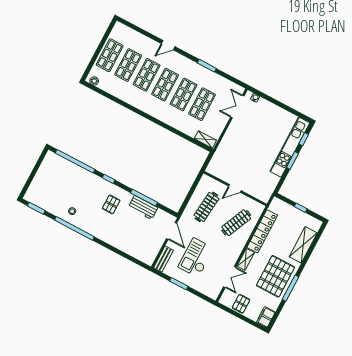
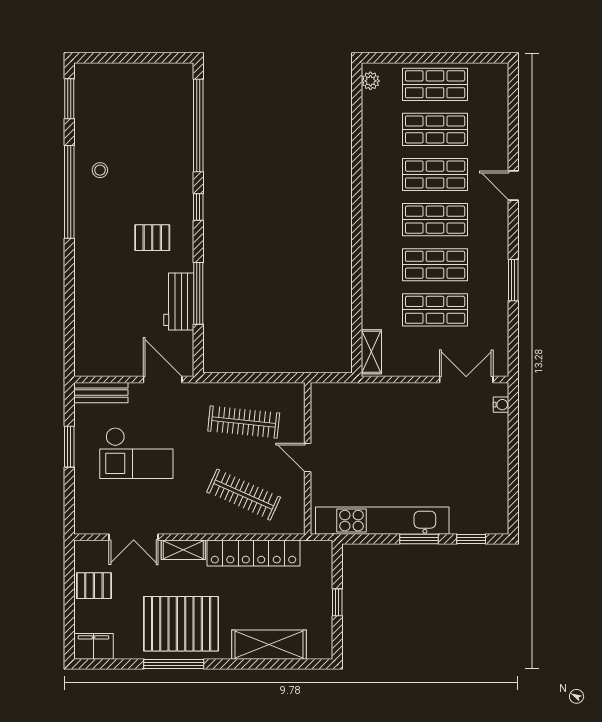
kitchen unit: (290, 147) -> (382, 521), moved
door: (171, 231) -> (163, 380), swing flipped
checkout: (196, 258) -> (136, 453), turned 180

